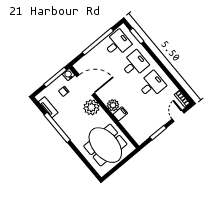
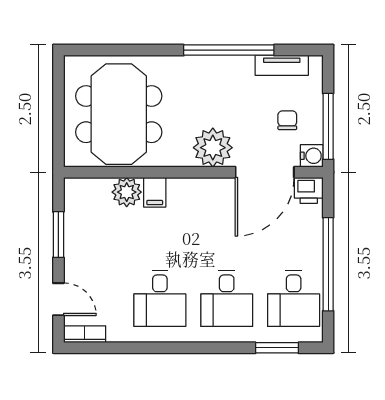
printer: (80, 67) -> (309, 190), added
plant: (113, 105) -> (127, 192), moved
meeting table: (105, 145) -> (119, 114), turned 90

